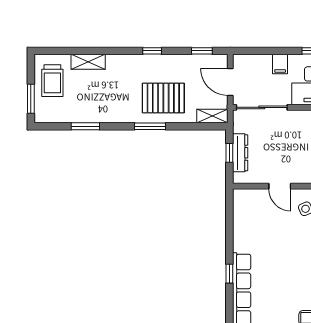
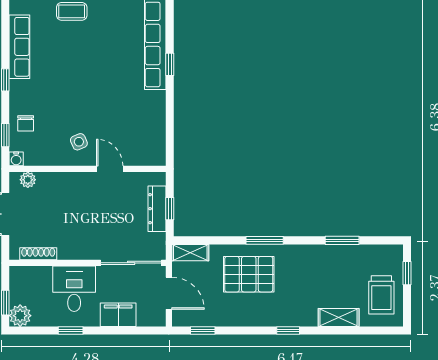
window: (152, 51) -> (288, 331), moved
filing cabinet: (280, 64) -> (118, 315), width x2.00
trolley: (52, 81) -> (381, 295), turned 180
window: (31, 99) -> (407, 273), width x0.67

